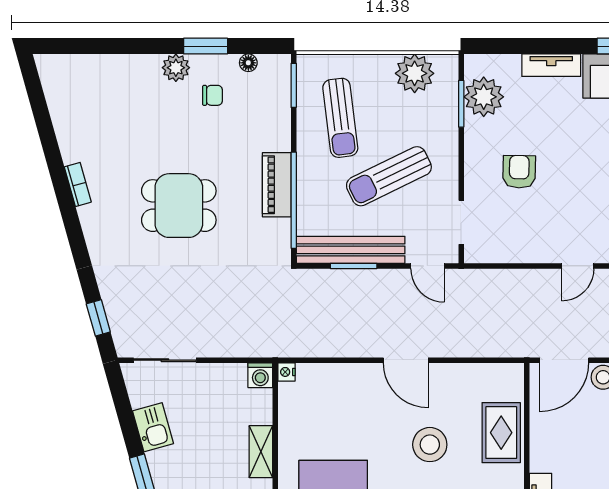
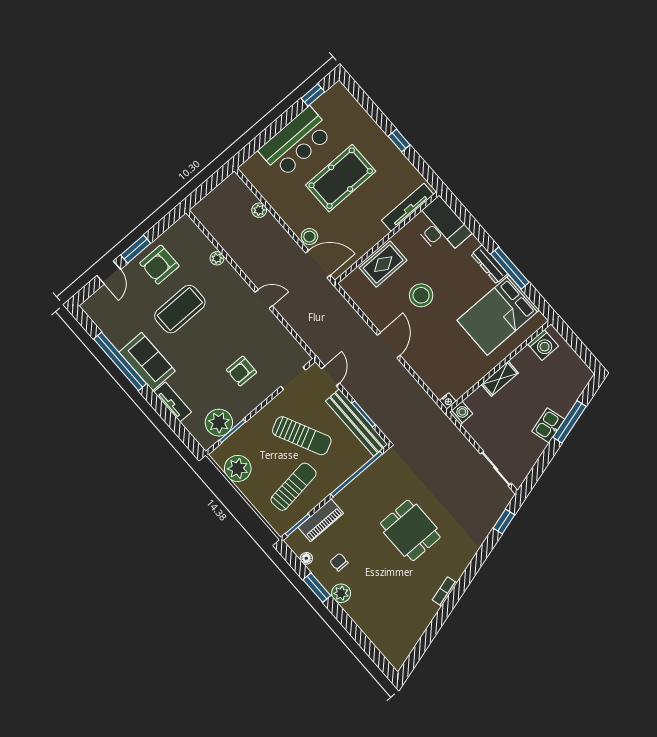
piano: (277, 185) -> (321, 520), moved
kitchen sink: (153, 427) -> (548, 425), moved

